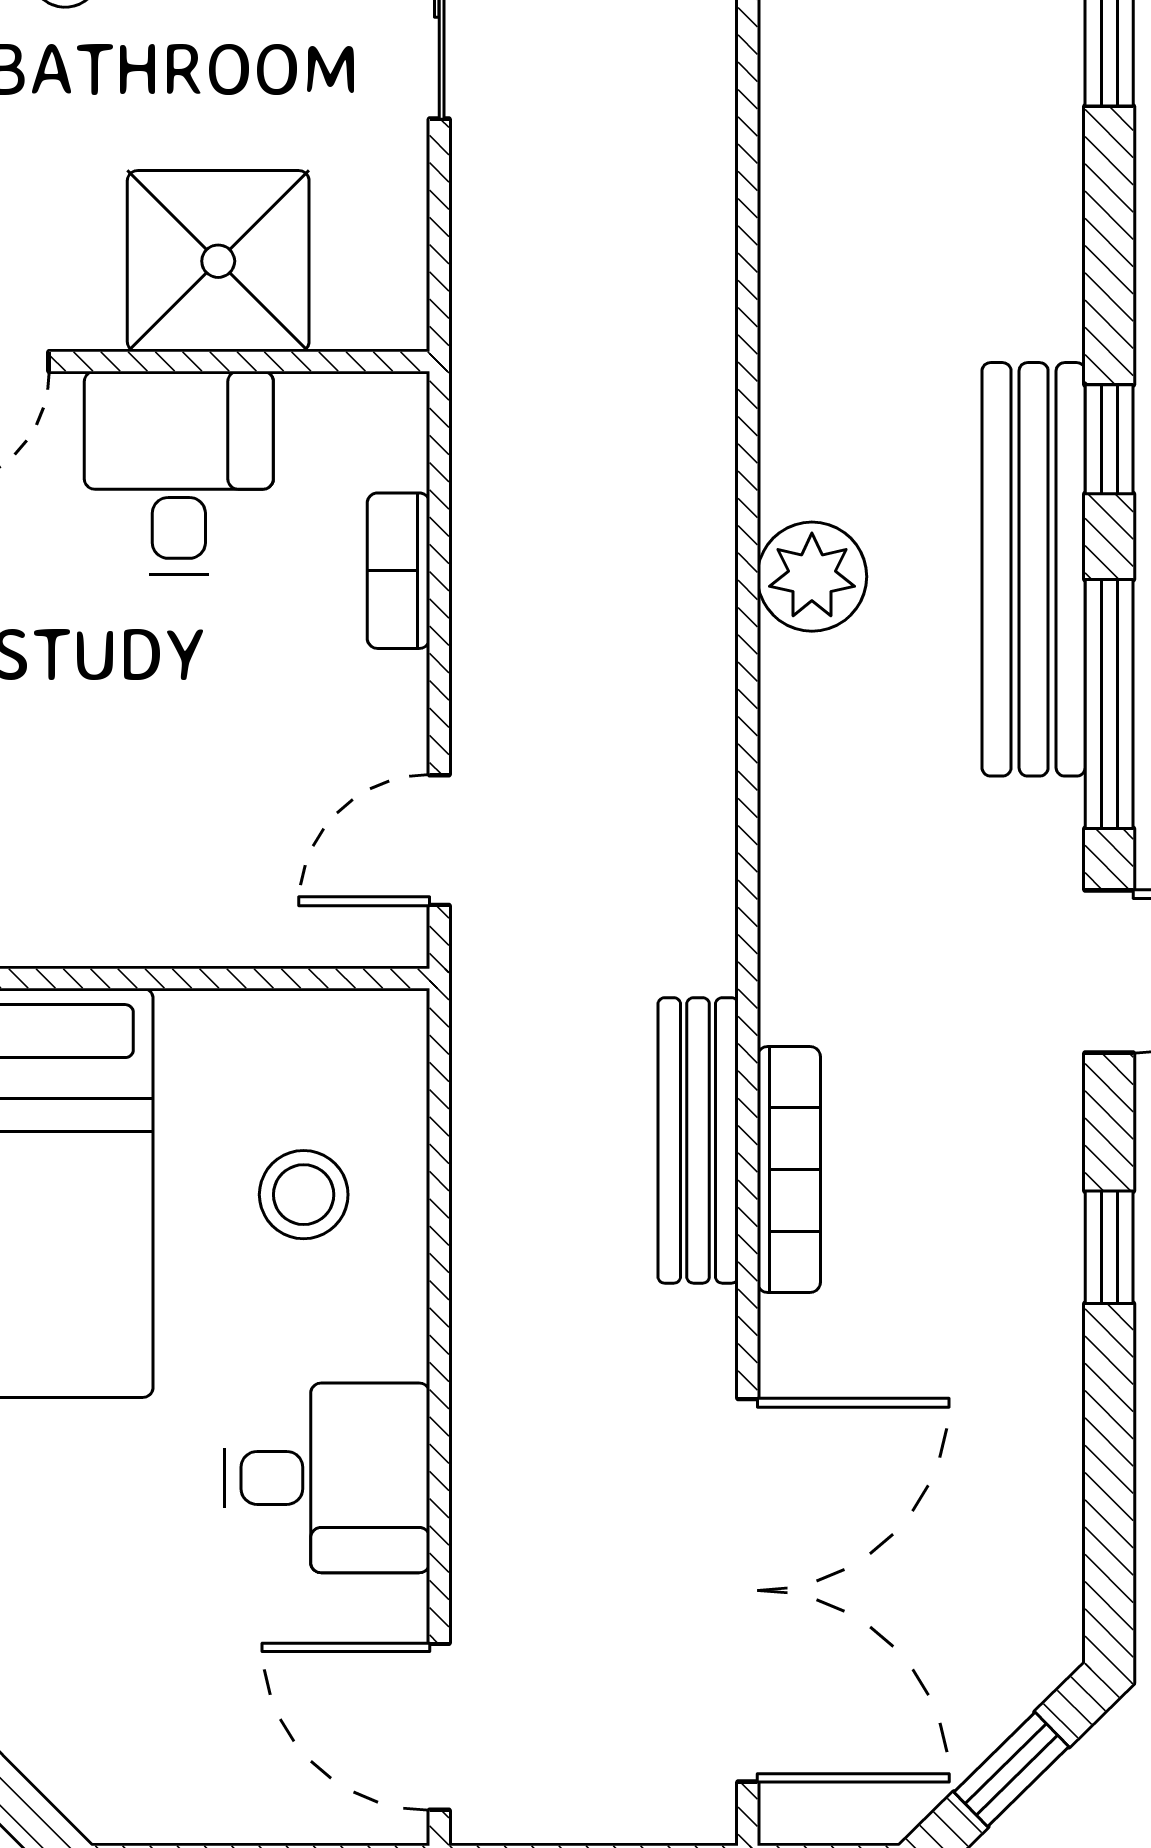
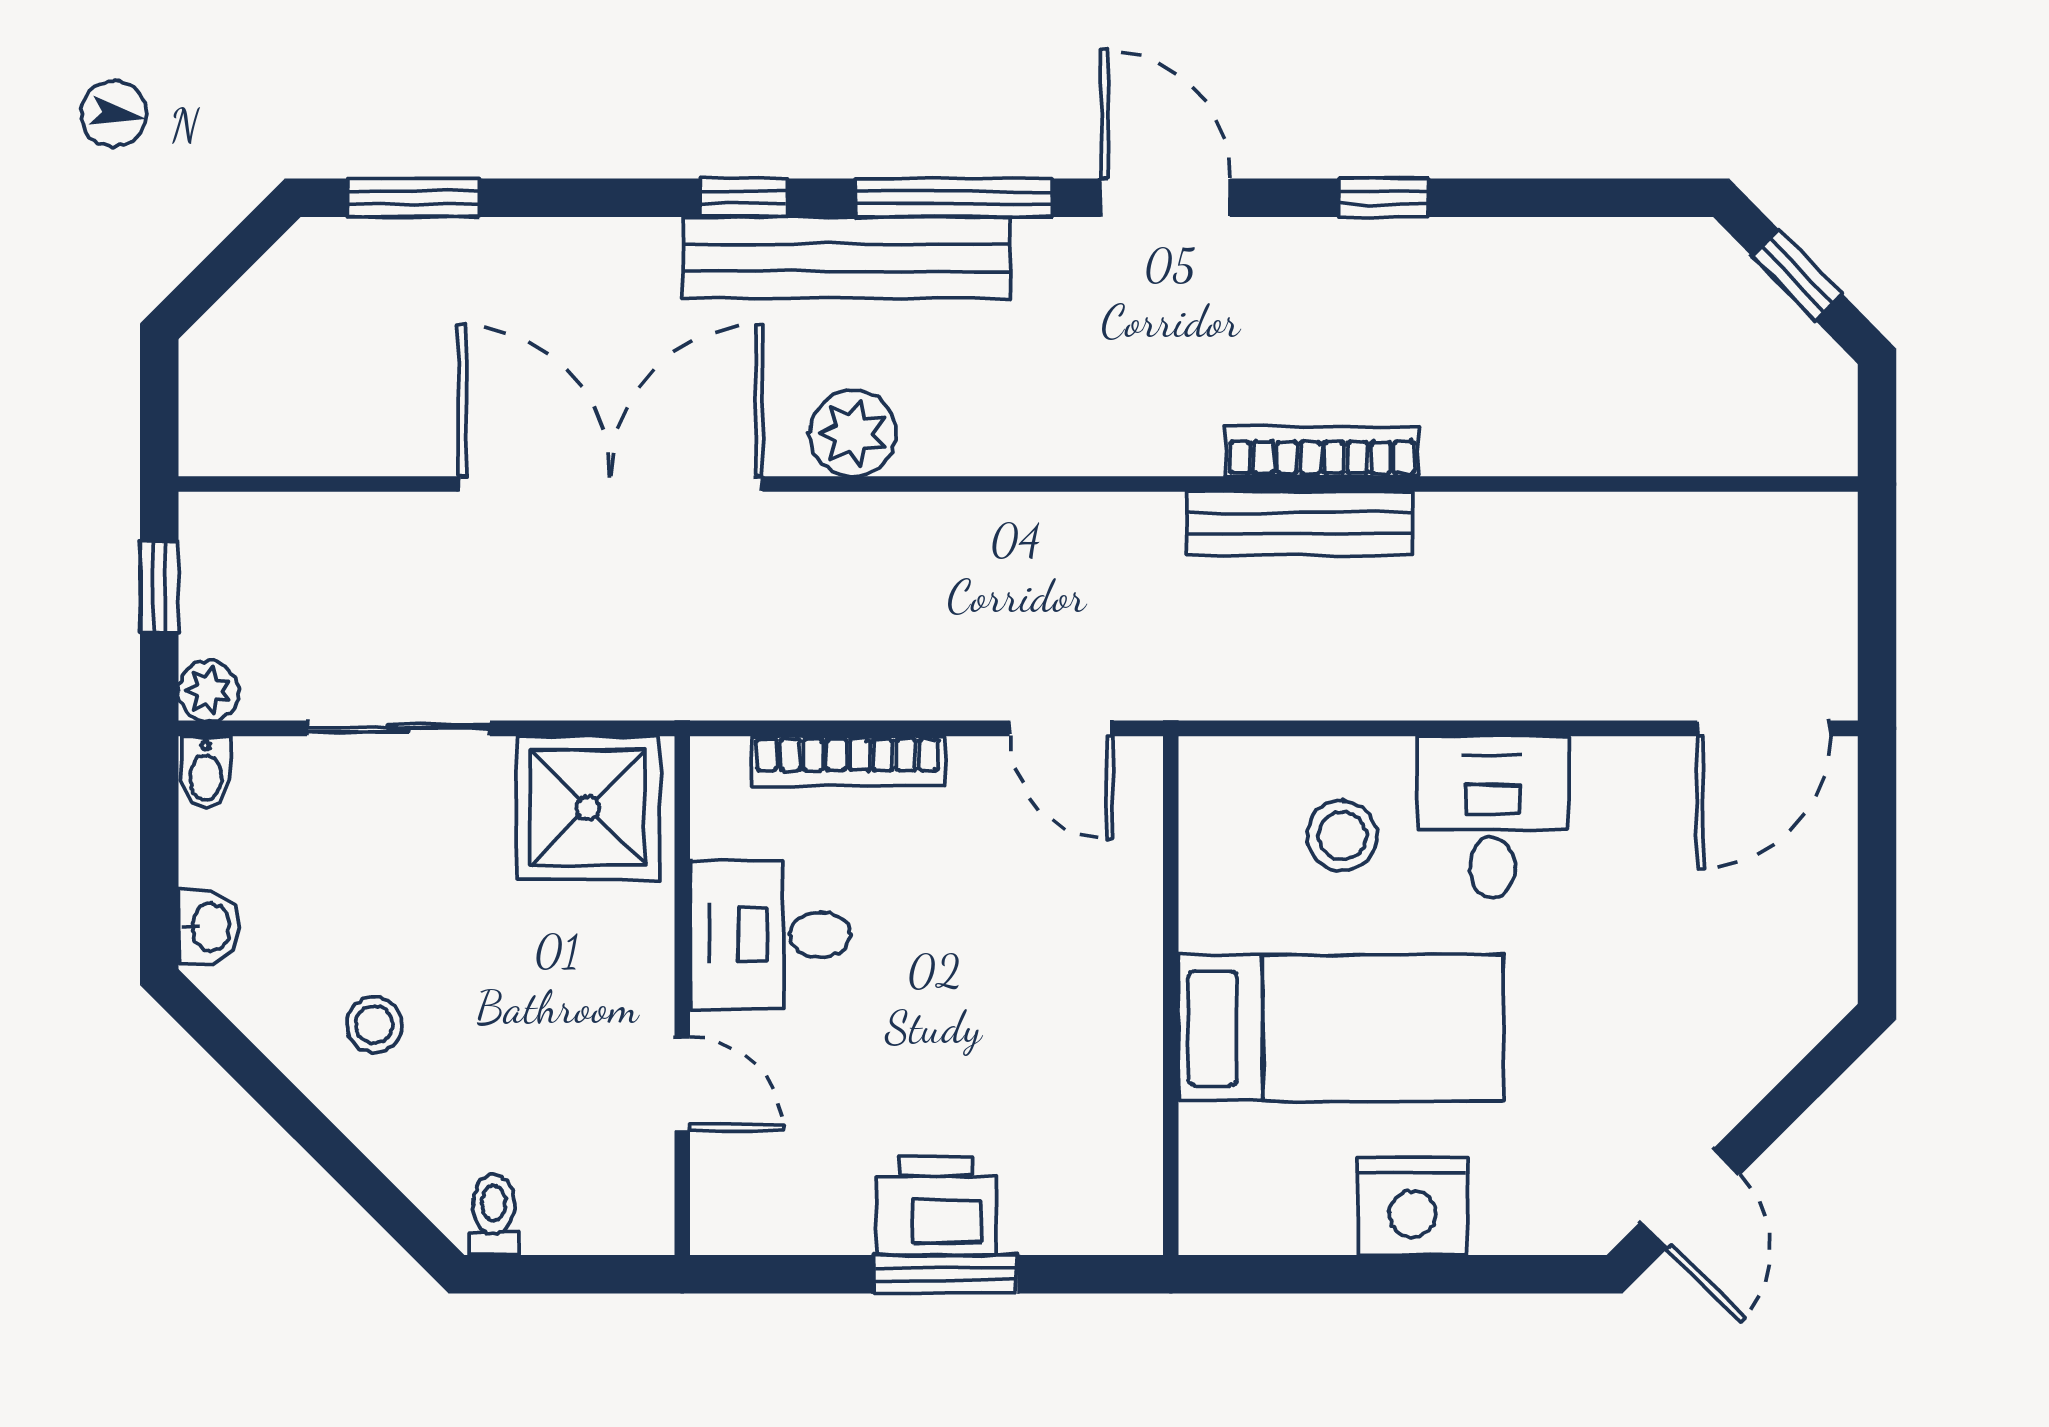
shower: (218, 261) -> (588, 808), moved
bookcase: (398, 571) -> (848, 761), width x1.56
desk: (327, 1478) -> (1492, 817), moved
double door: (748, 1590) -> (611, 484), moved

